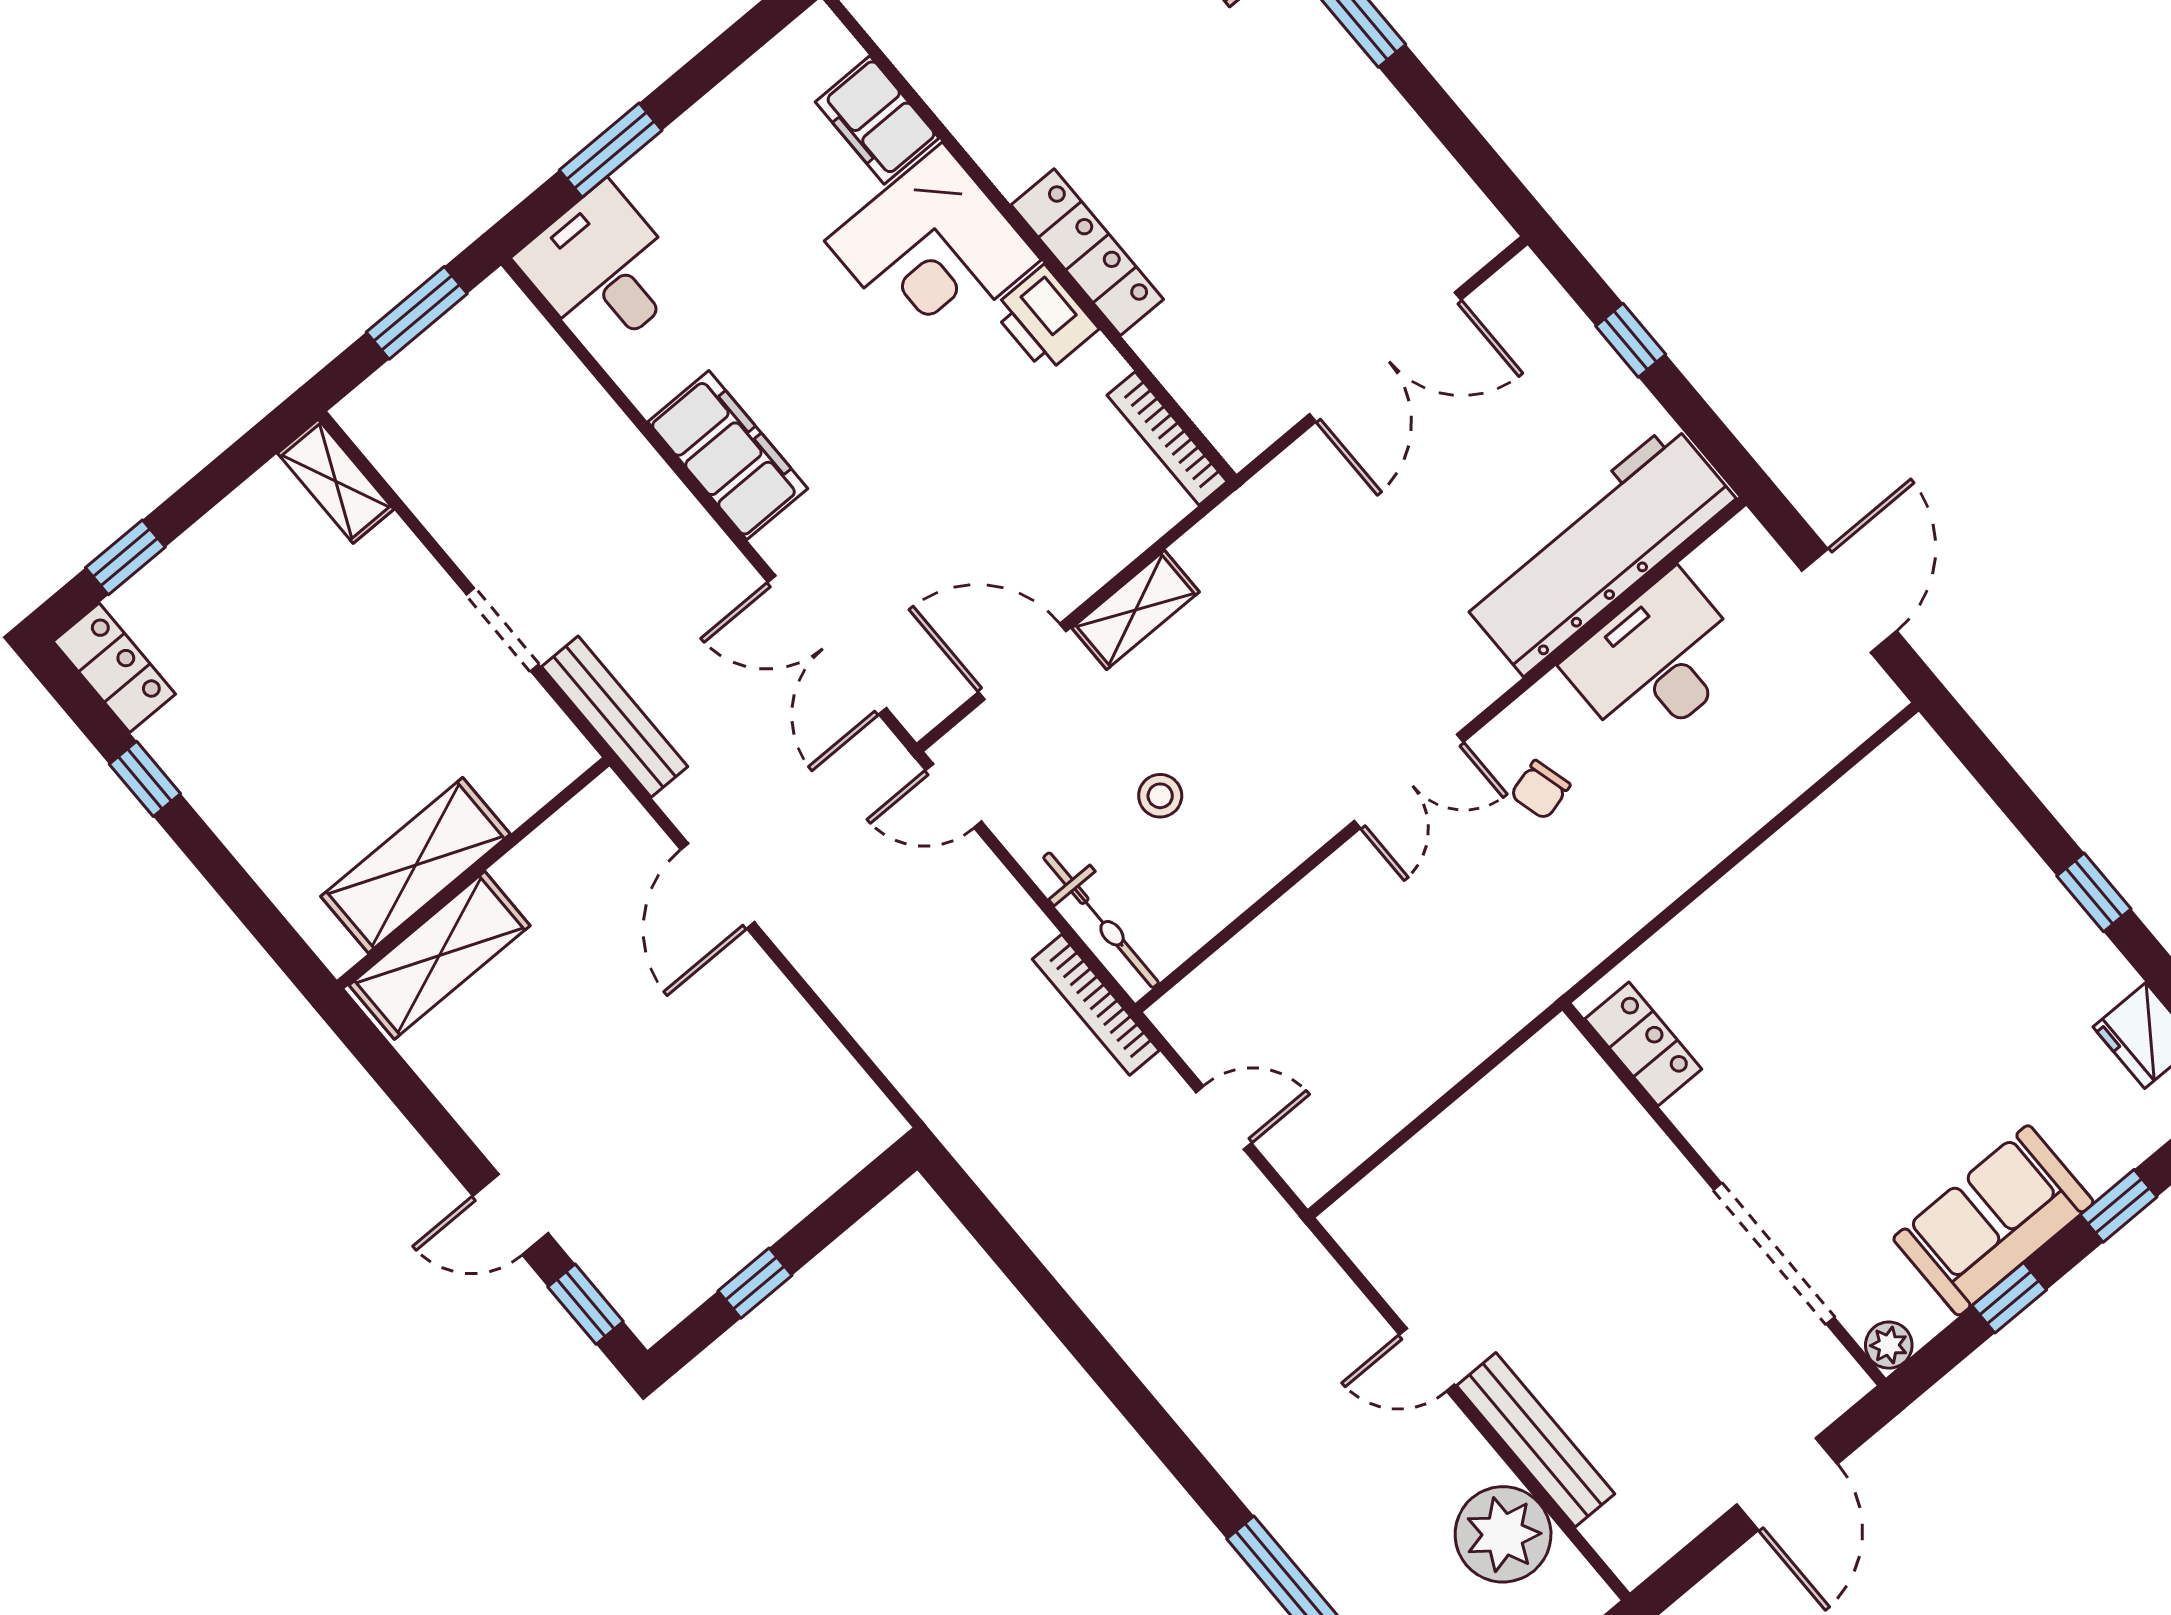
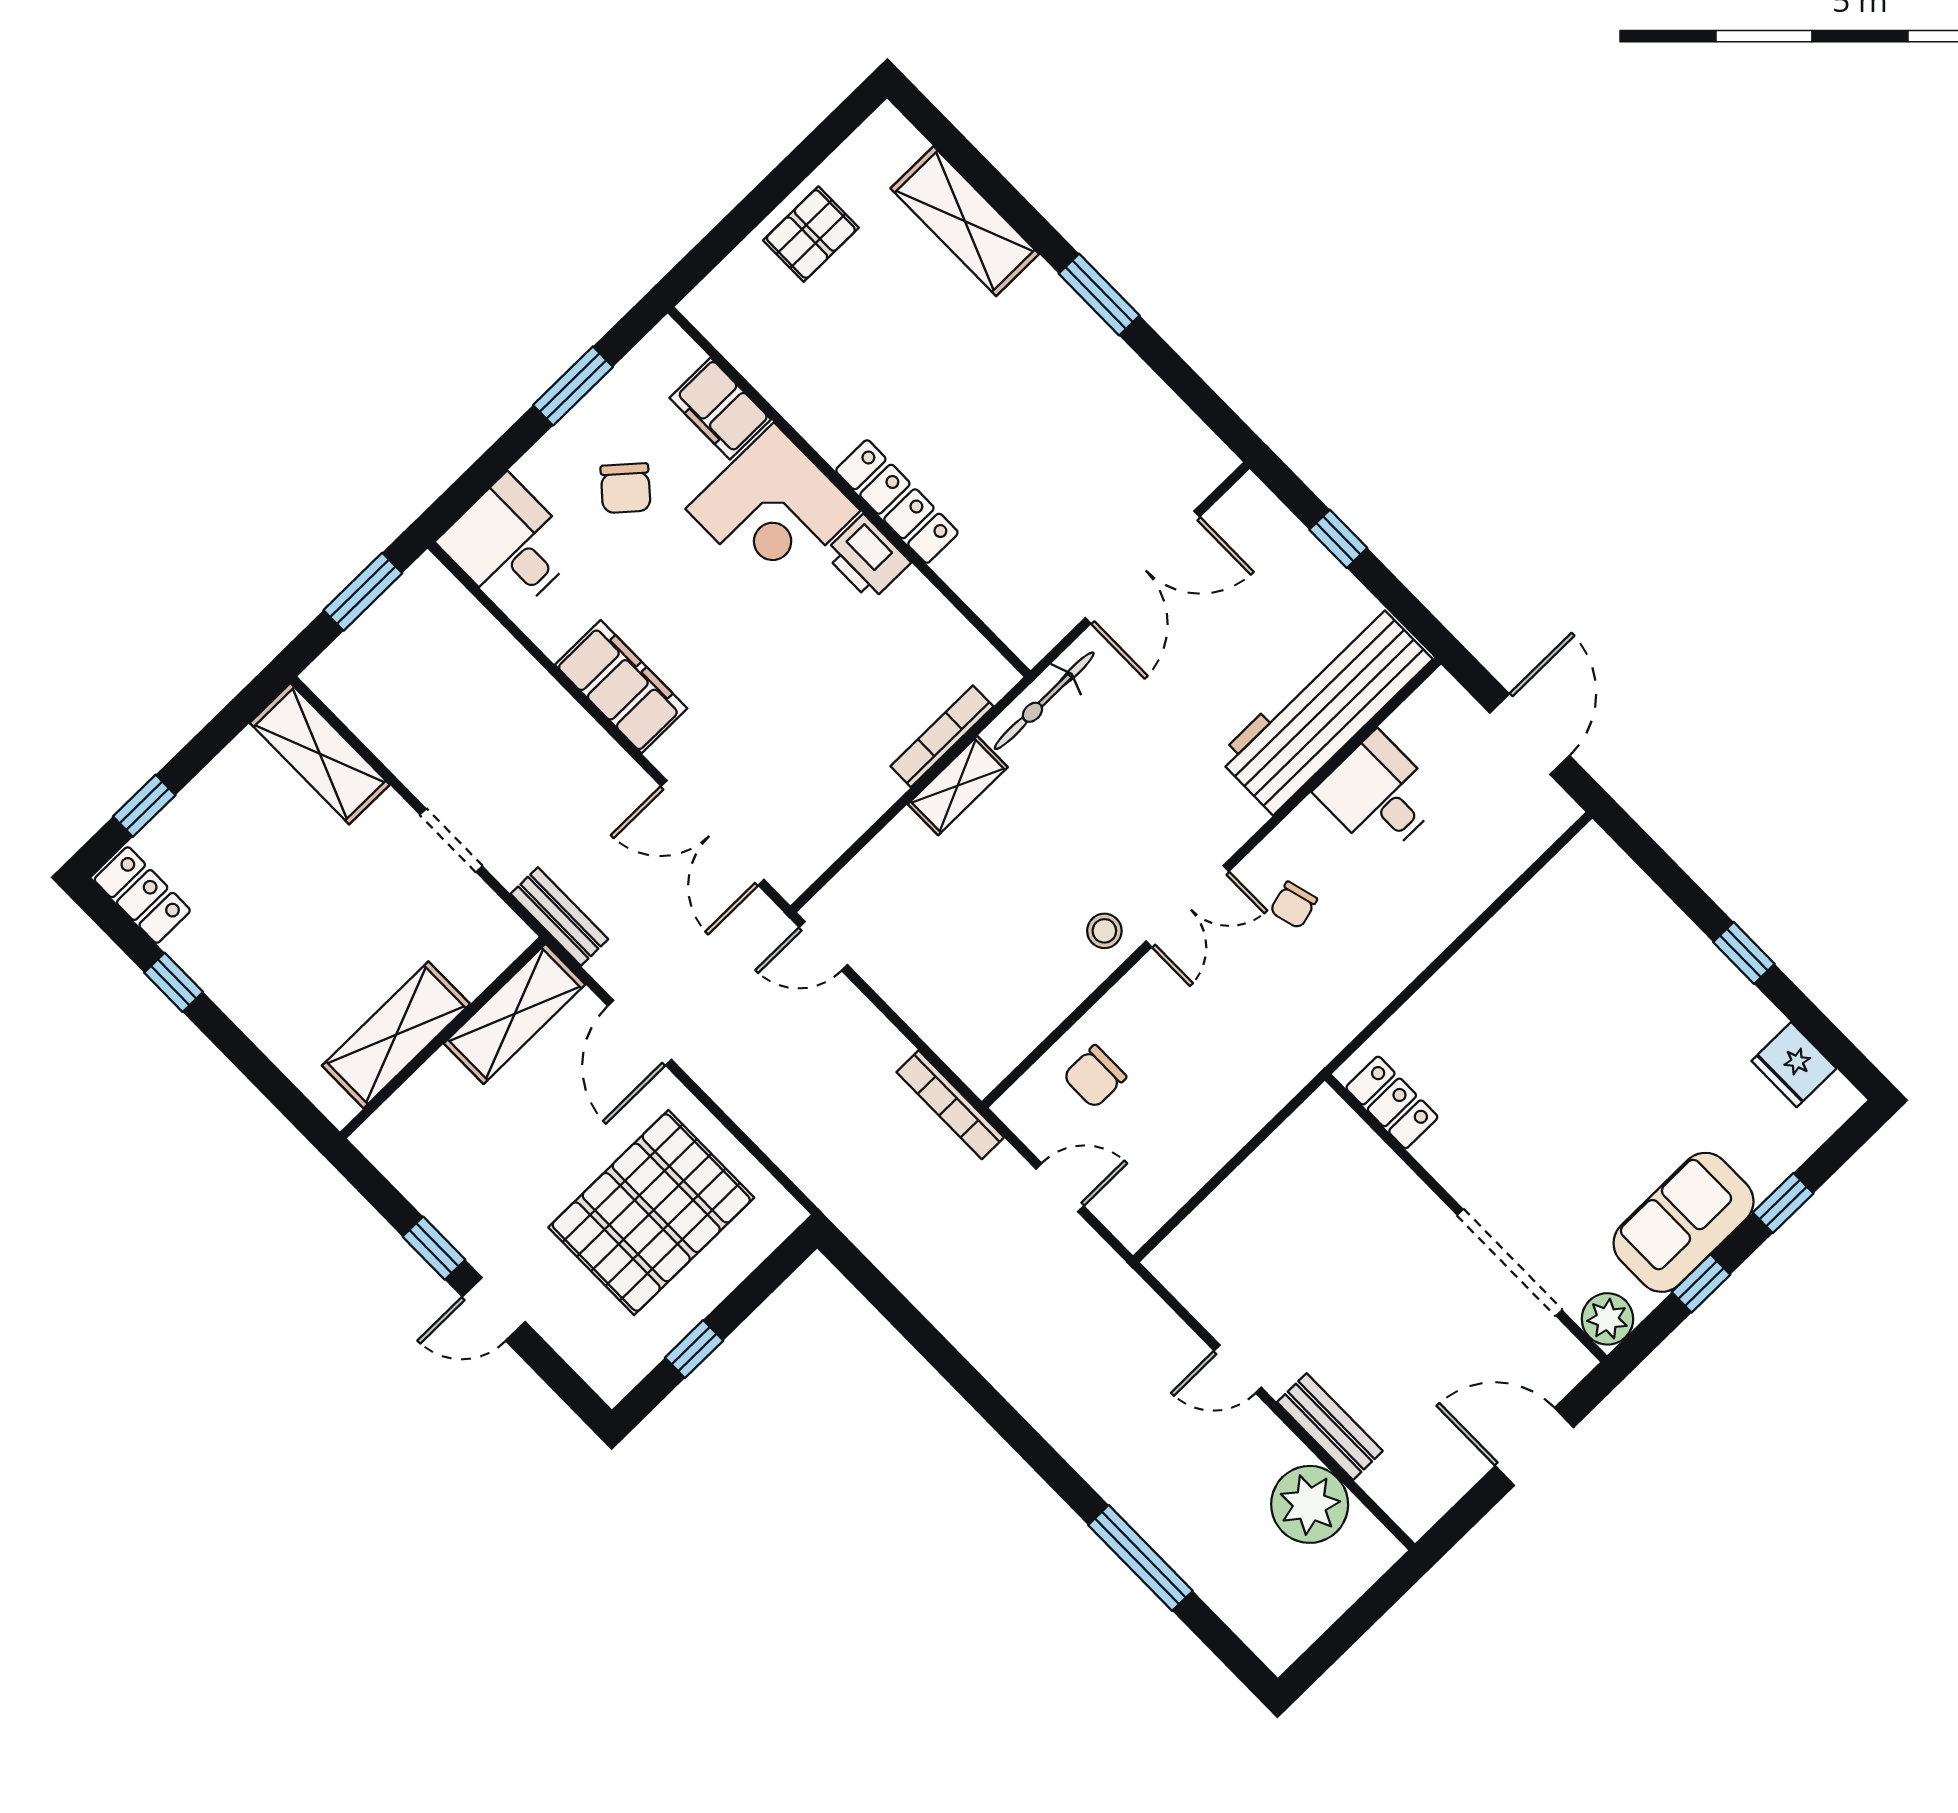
window: (611, 150) -> (573, 386), moved
chair: (752, 210) -> (626, 488), added
bookcase: (1167, 438) -> (942, 736), moved, turned 90
shelving: (336, 481) -> (320, 754), width x1.50, depth x1.33
door: (1022, 662) -> (870, 834), removed
desk: (1657, 662) -> (1379, 795), width x0.73
bench: (615, 717) -> (559, 916), width x0.73
stool: (1160, 796) -> (1104, 931), moved
bicycle: (1101, 920) -> (1044, 701), moved, turned 90
shelving: (440, 955) -> (515, 1014), moved
chair: (1277, 984) -> (1095, 1077), added
pallet: (715, 1110) -> (651, 1212), added
window: (586, 1304) -> (434, 1248), moved
plant: (1889, 1345) -> (1607, 1319), width x1.38, depth x1.38
bench: (1536, 1440) -> (1330, 1427), width x0.73
door: (1787, 1484) -> (1534, 1447), swing flipped

